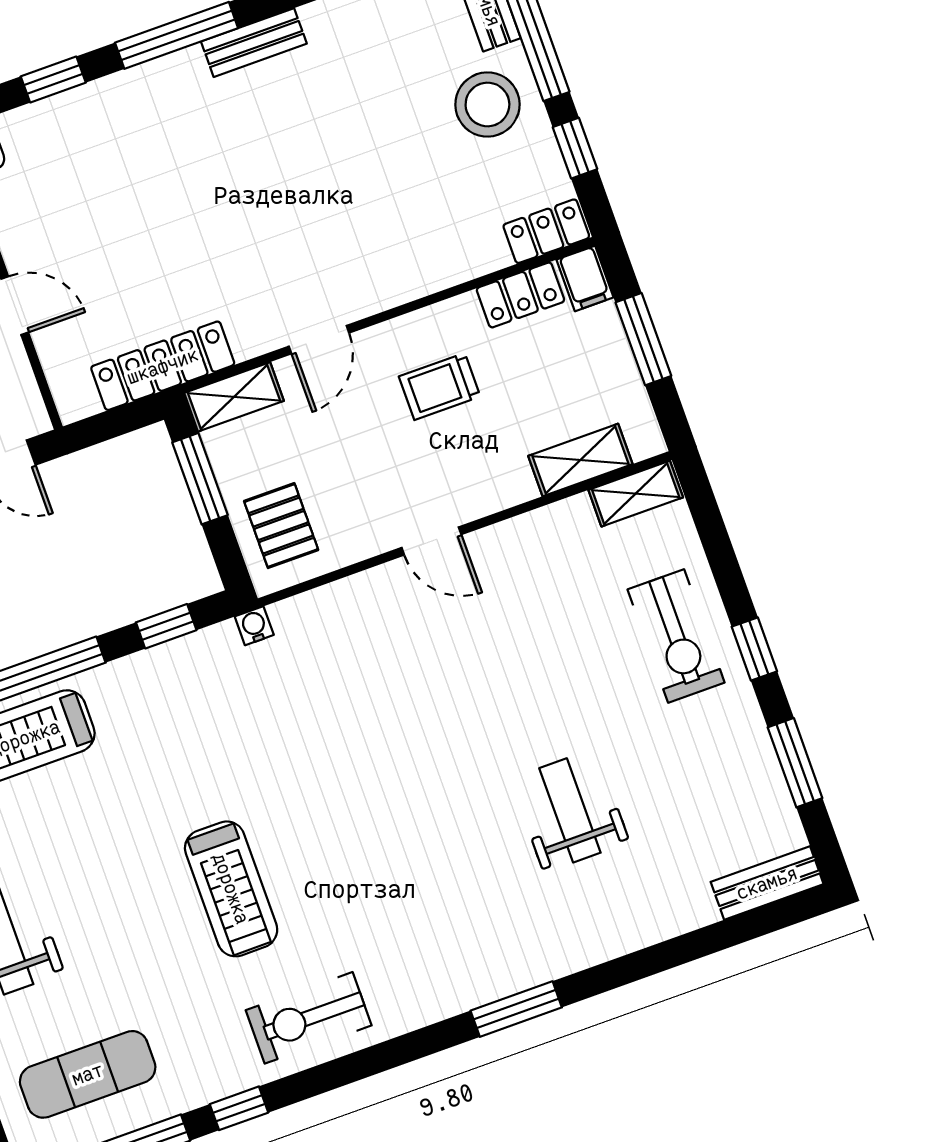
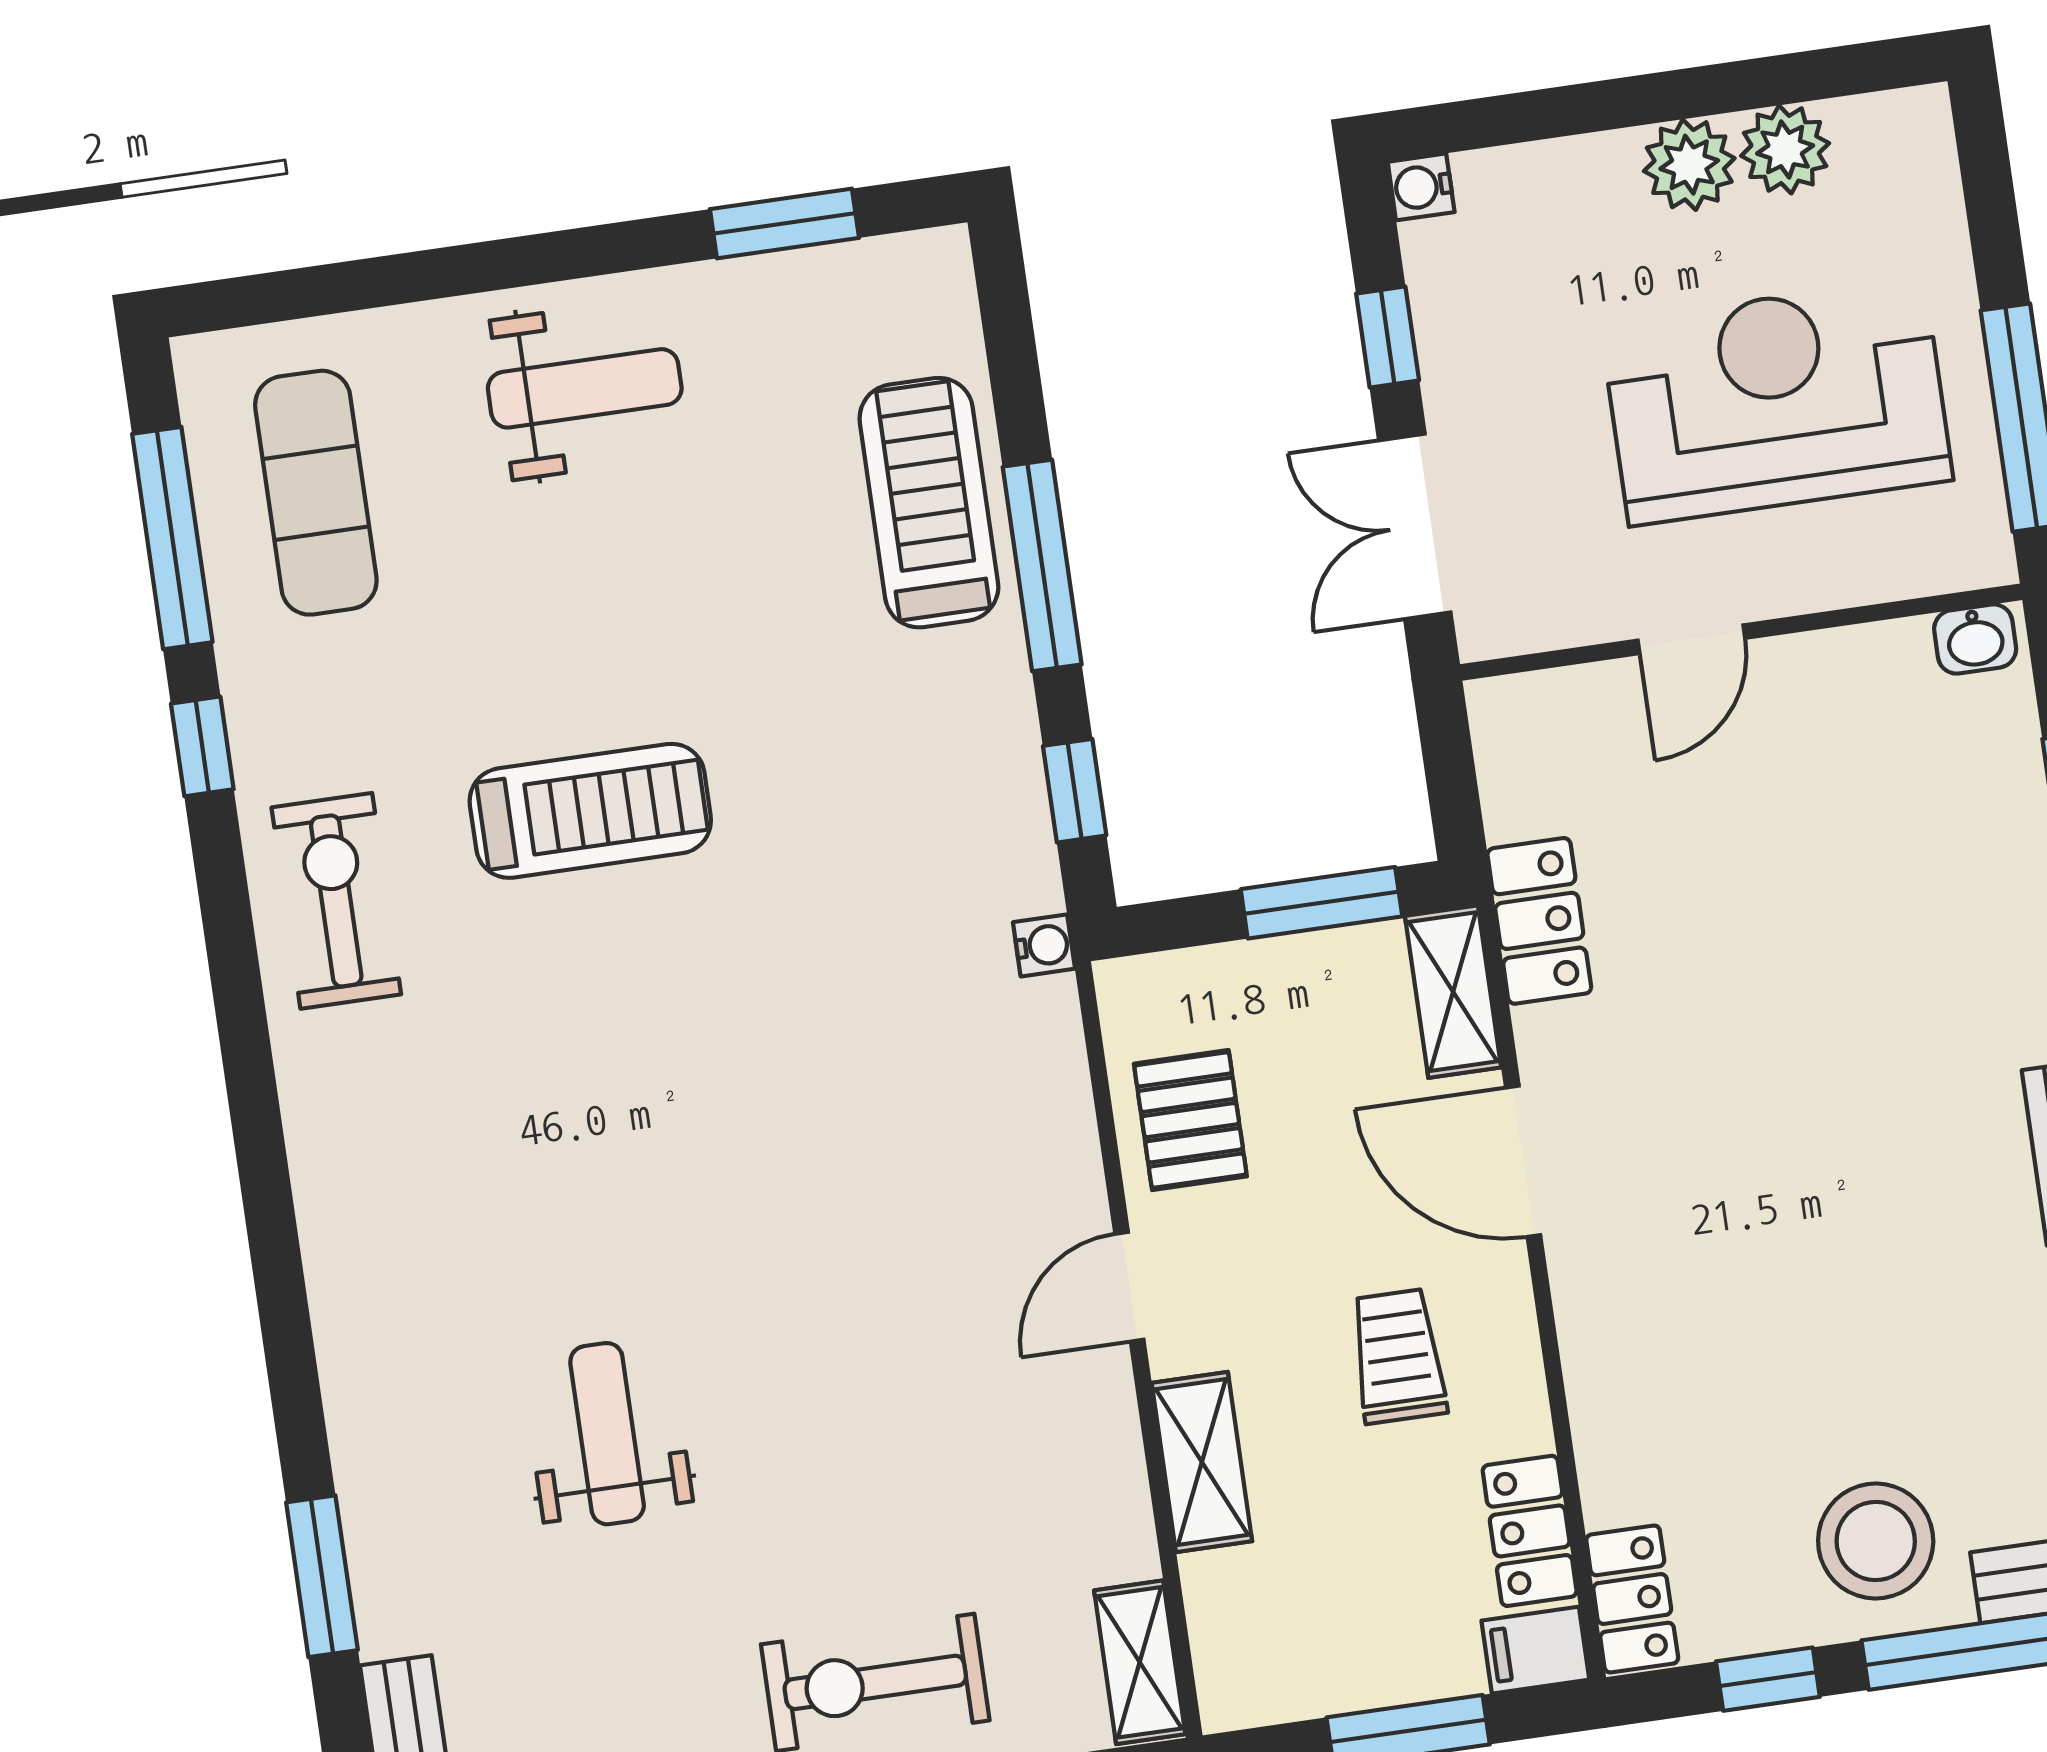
door: (319, 340) -> (1523, 1161), width x1.38
locker: (163, 366) -> (1539, 921), width x0.66
shelving: (580, 460) -> (1202, 1462), moved
pallet: (281, 526) -> (1190, 1120), moved, turned 90
weight bench: (570, 810) -> (607, 1434), turned -90
treadmill: (231, 889) -> (590, 811), turned 180
window: (516, 1009) -> (322, 1576), moved

